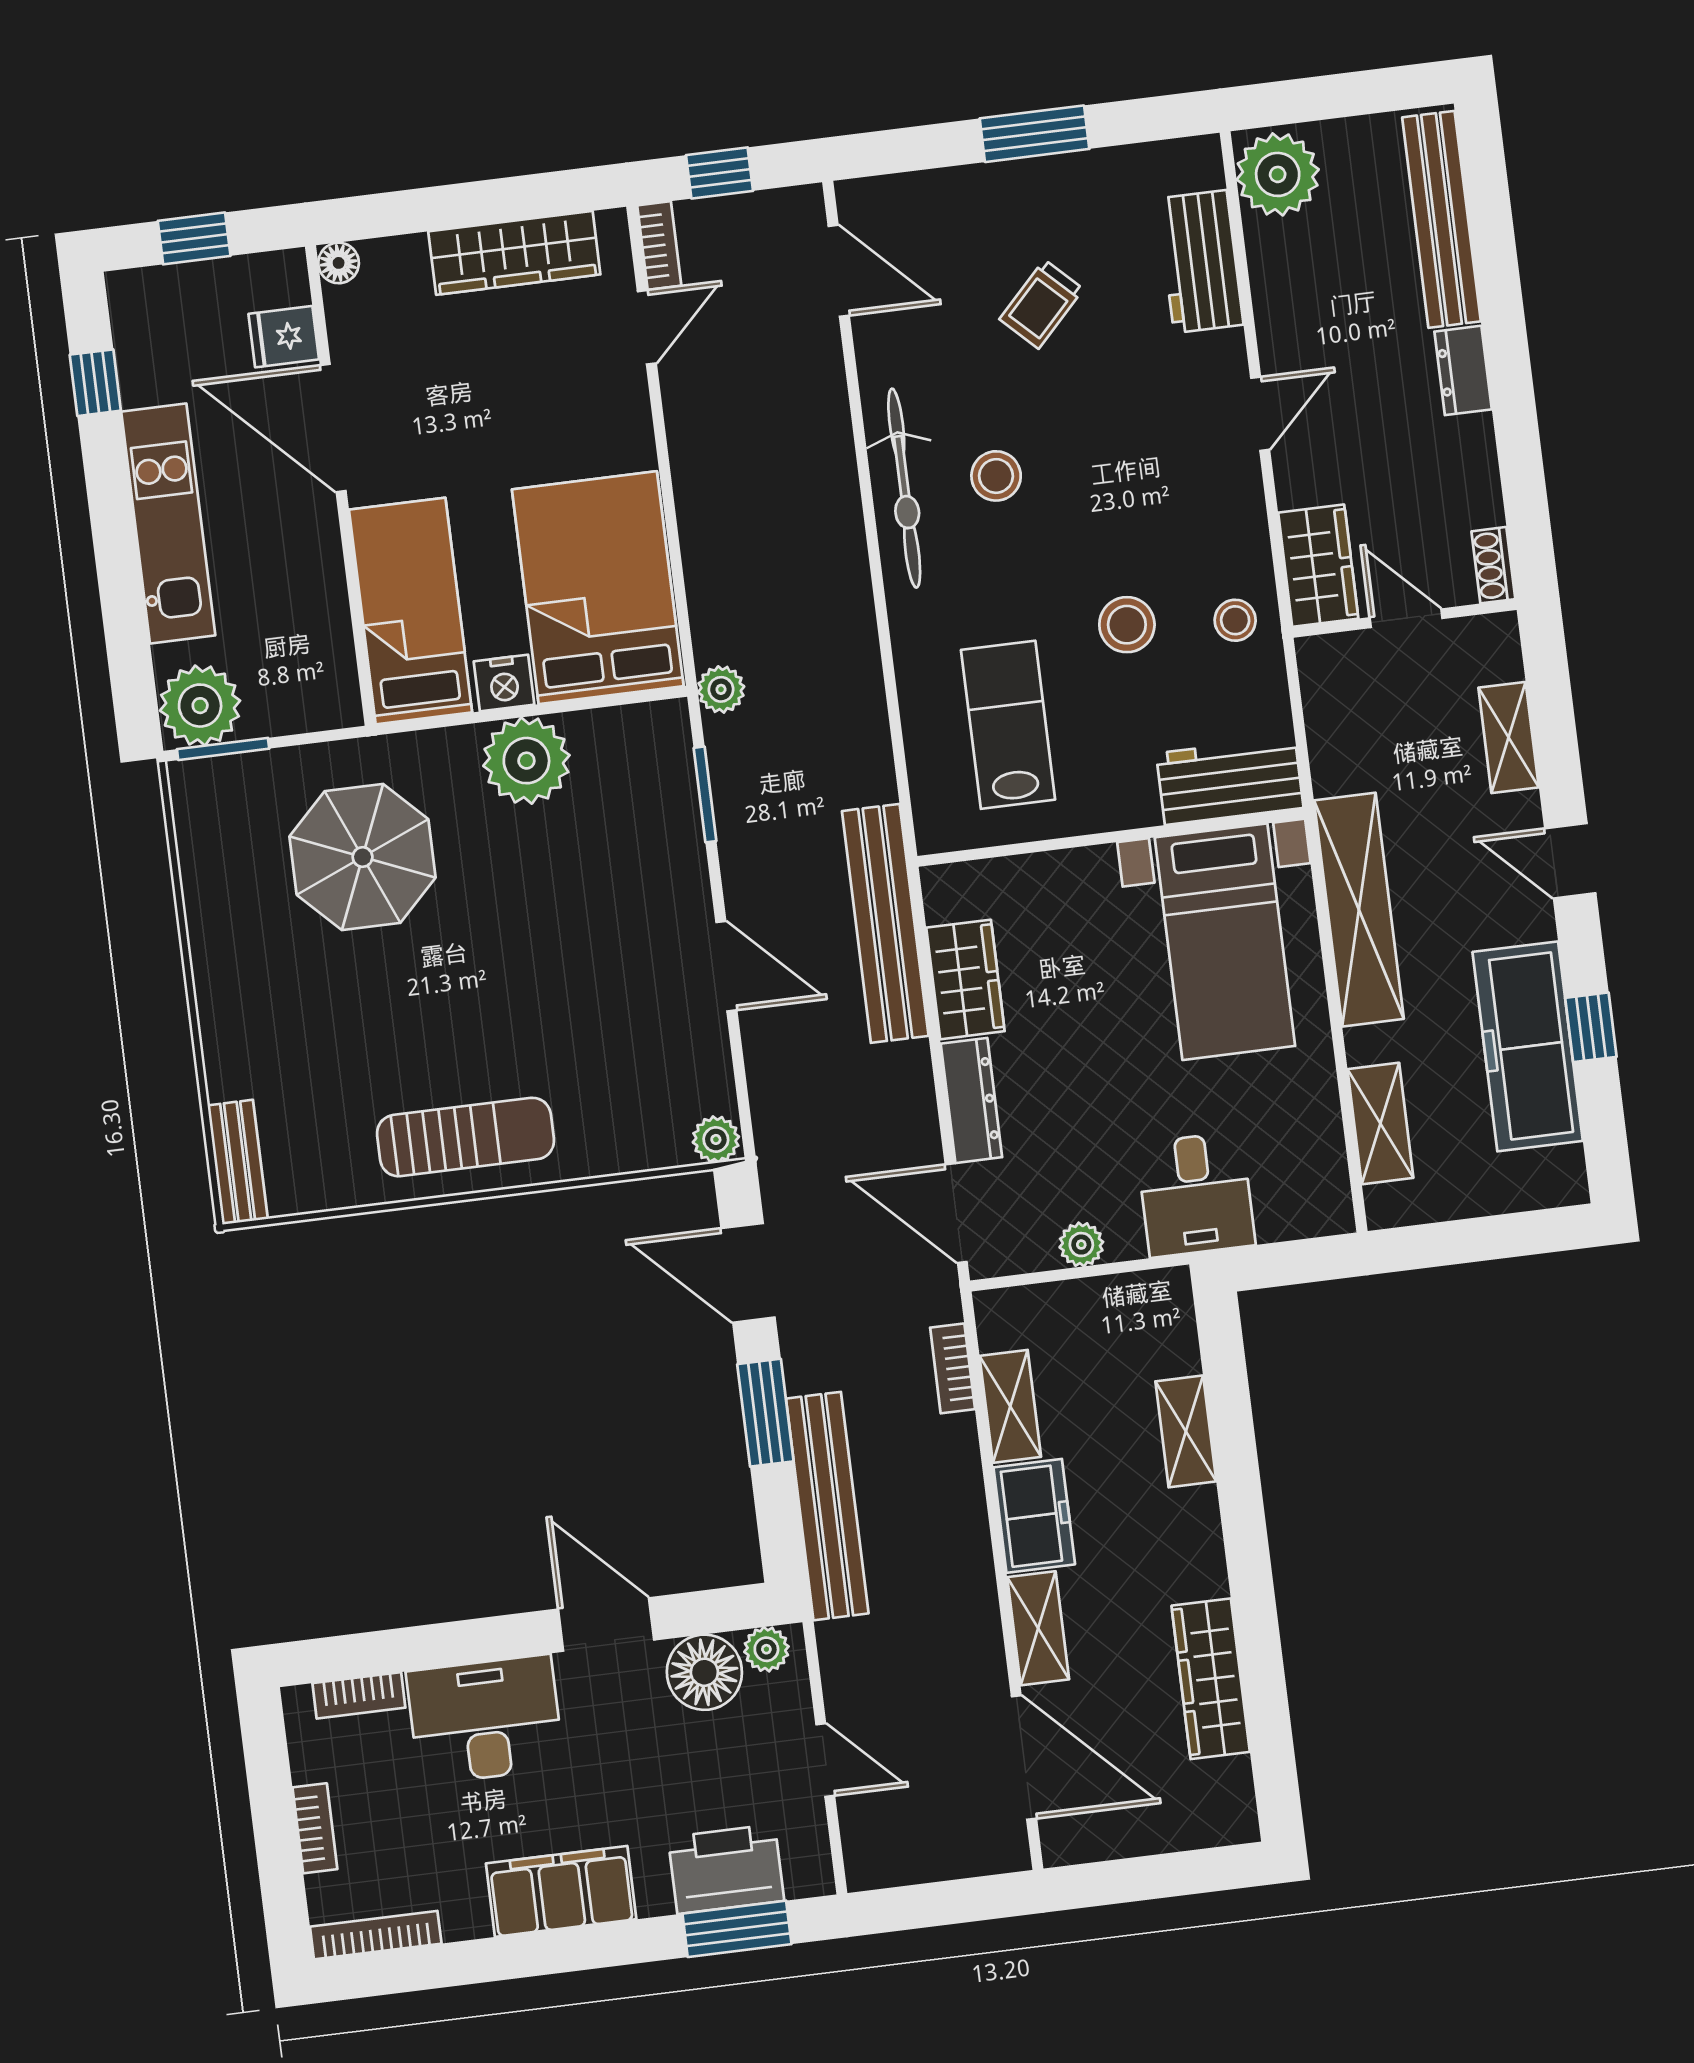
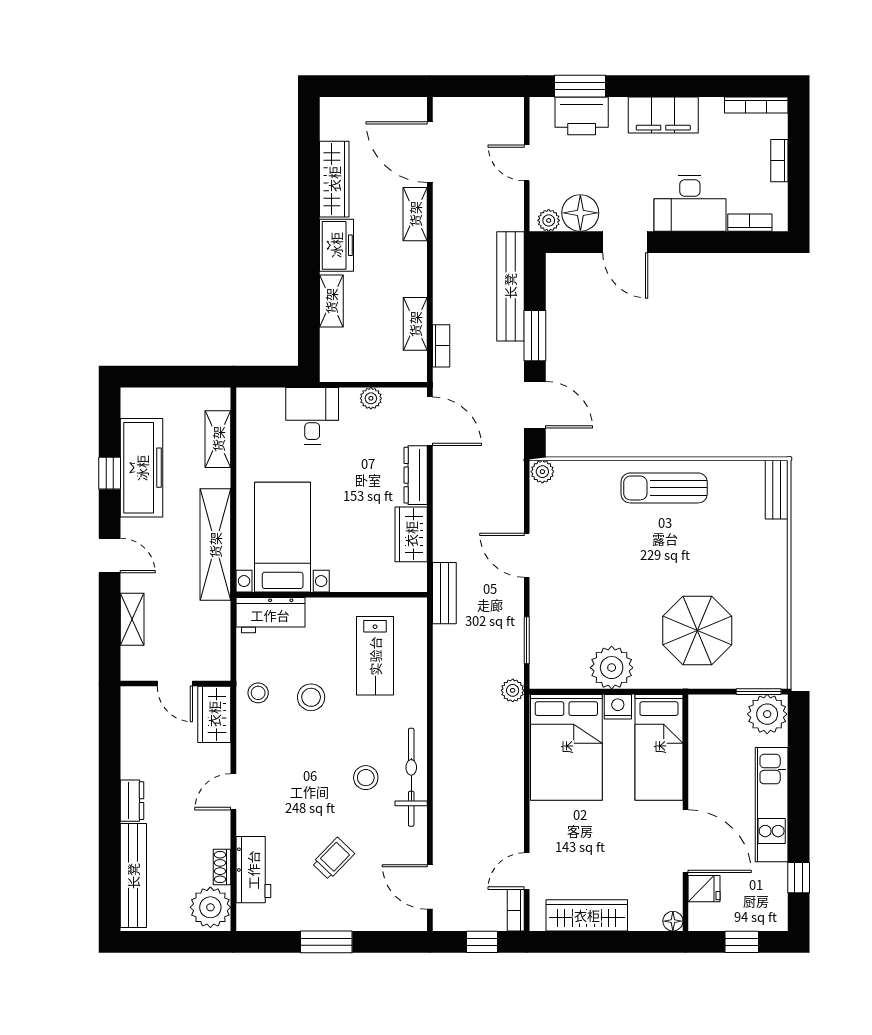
shoe rack: (1493, 565) -> (222, 867), moved, turned 180
bench: (885, 923) -> (444, 593), width x0.54, depth x0.82
freezer: (1034, 1516) -> (336, 245), moved, turned 180

